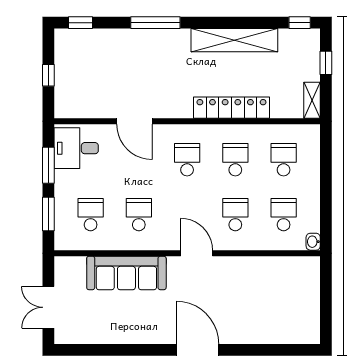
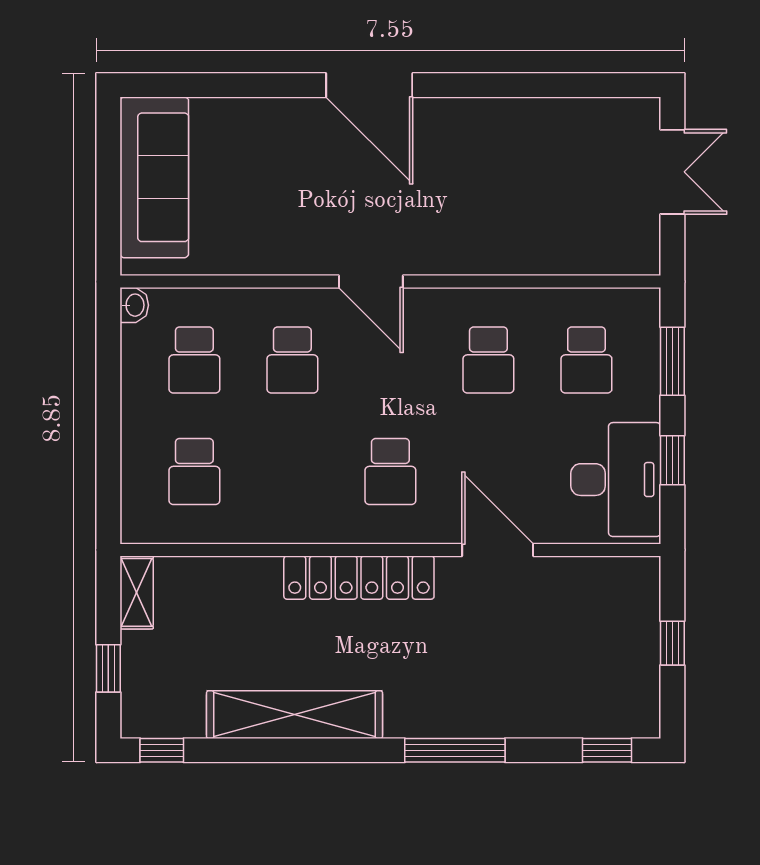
locker: (231, 108) -> (359, 578), moved
desk: (76, 148) -> (616, 480), width x1.37
school desk: (235, 160) -> (292, 472), removed
window: (48, 165) -> (672, 460), width x0.67
sofa: (126, 273) -> (154, 177), moved, turned 90

